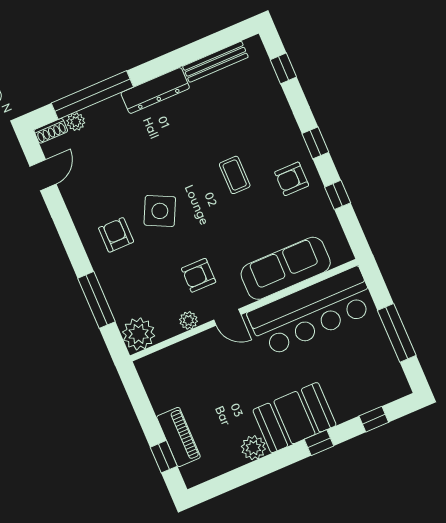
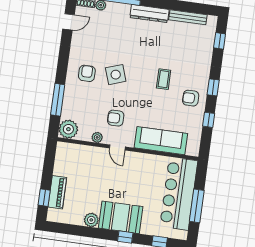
side table: (160, 211) -> (116, 75), turned 45
bar counter: (312, 312) -> (179, 194), moved, turned 90

